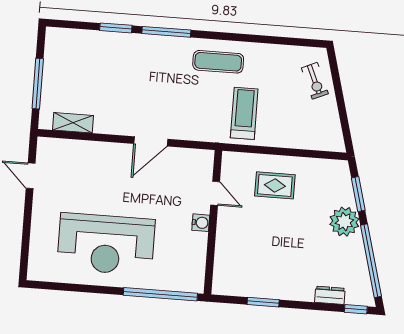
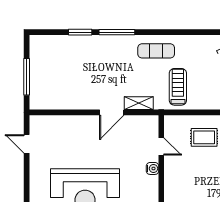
shelving: (73, 123) -> (139, 103), moved

